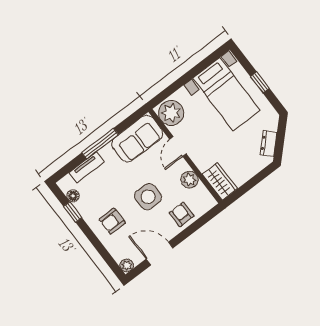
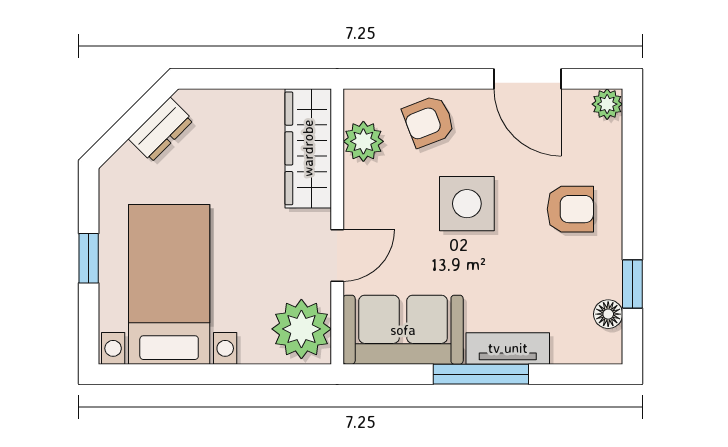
tv unit: (87, 167) -> (508, 348), moved
plant: (190, 180) -> (363, 141), moved
wardrobe: (220, 181) -> (308, 148), width x1.50
armchair: (182, 214) -> (429, 121), turned 69

